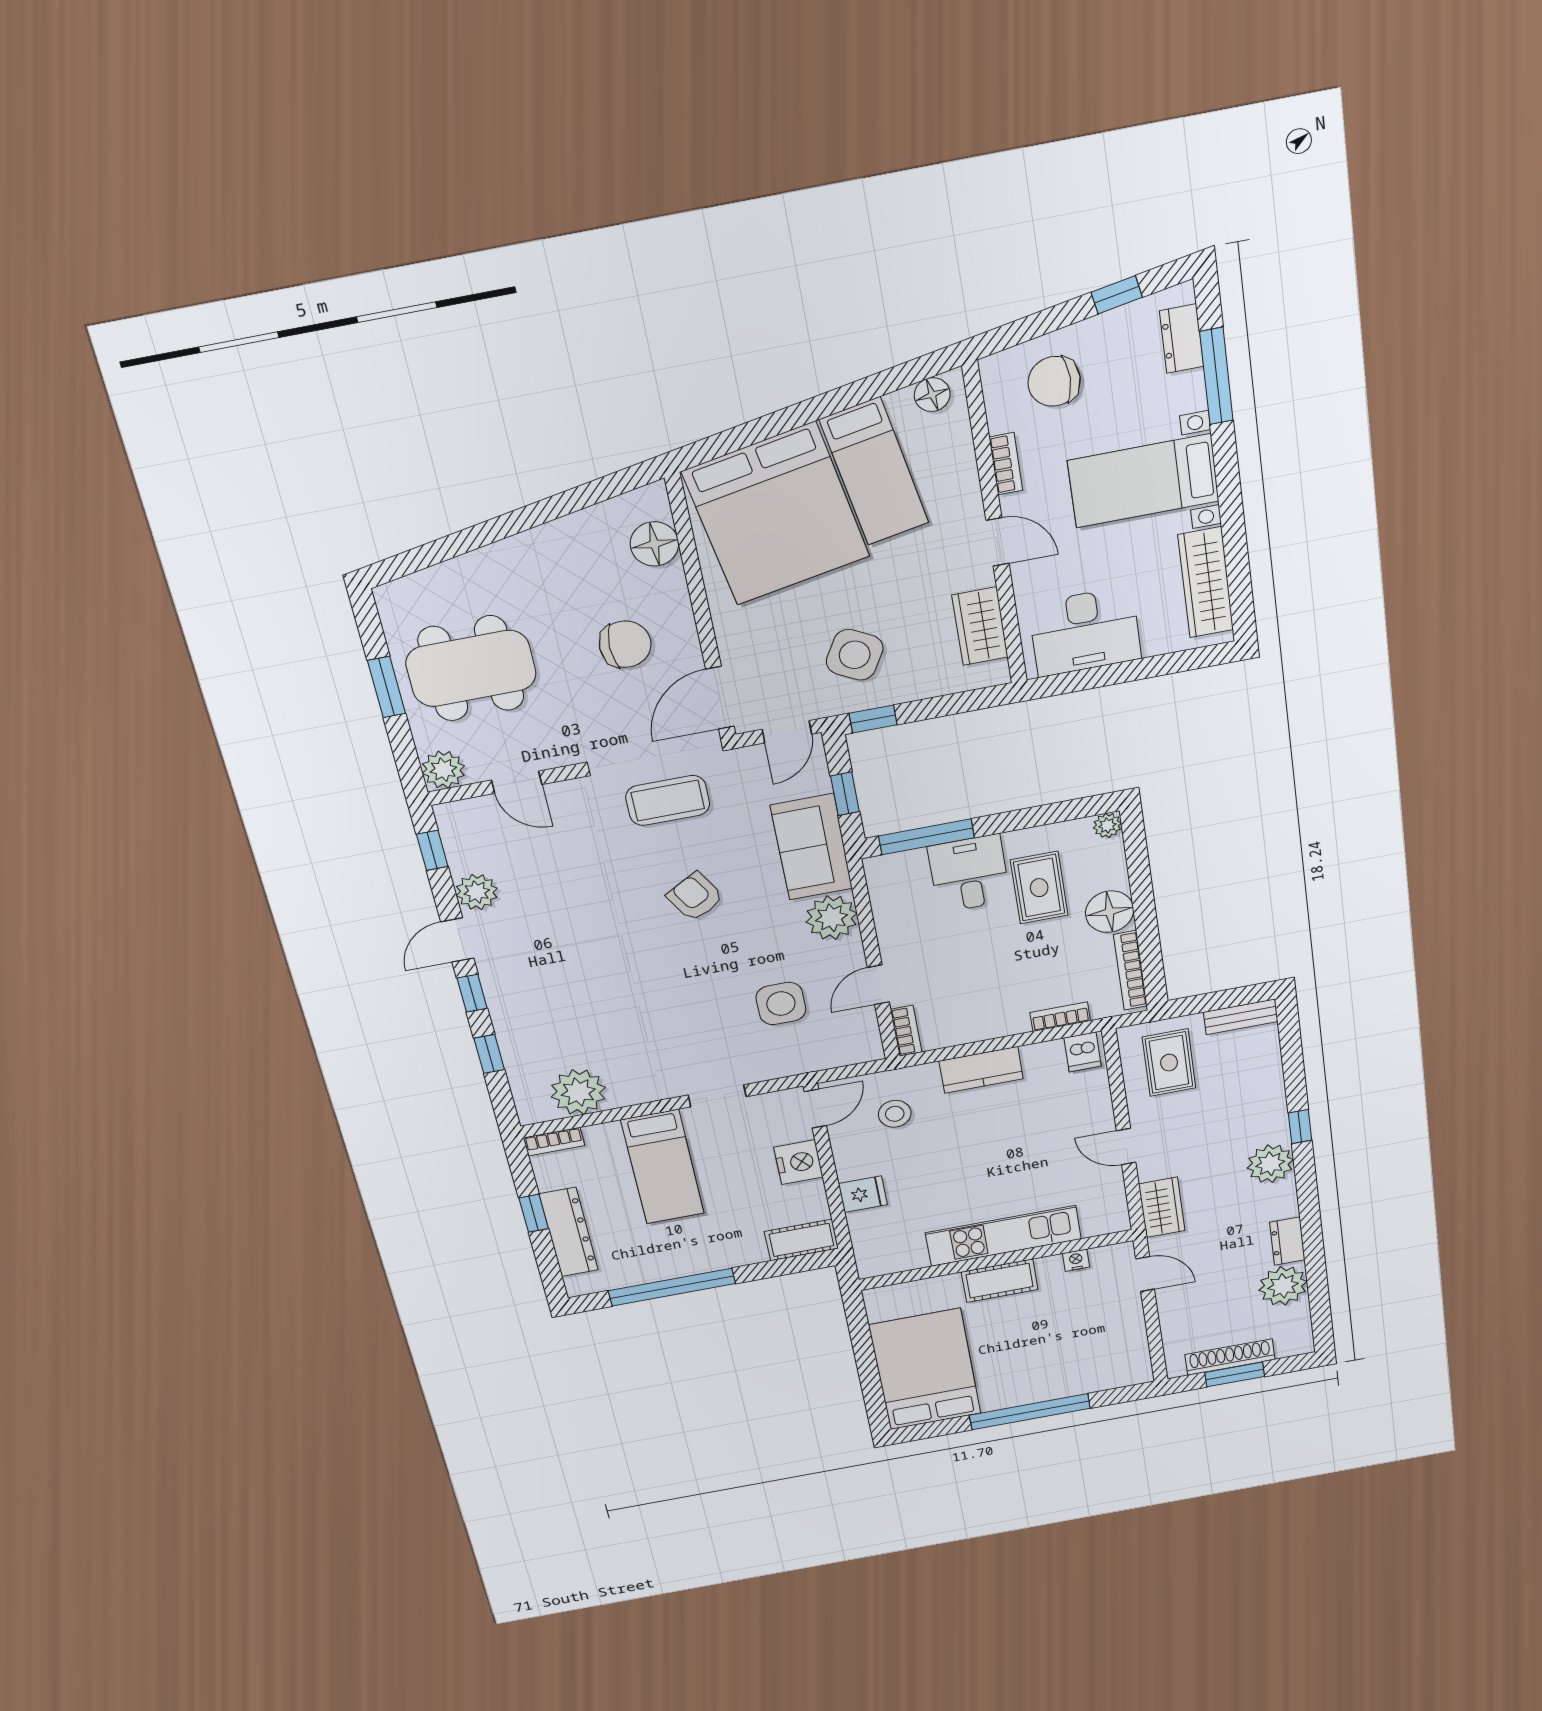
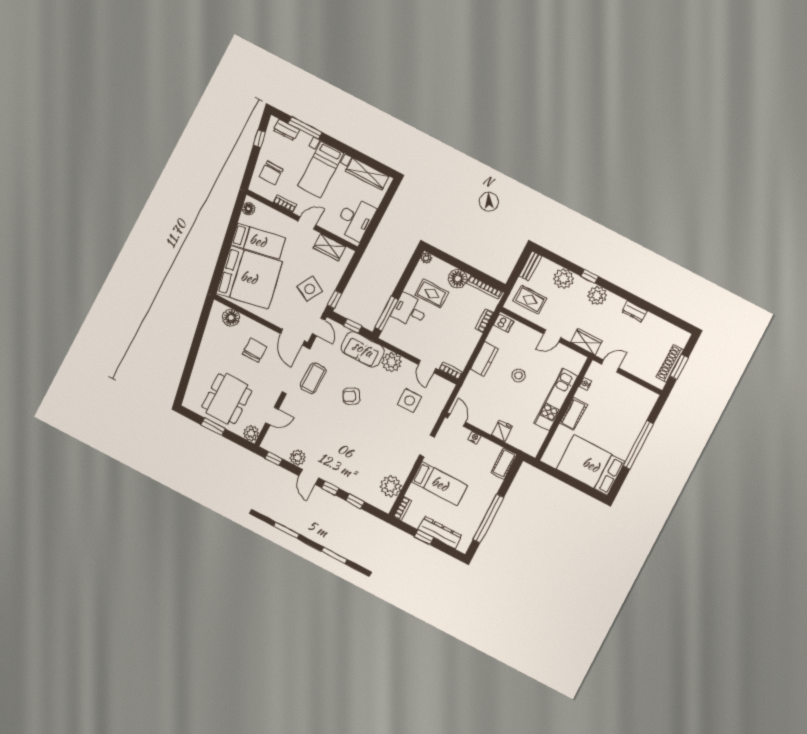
stool: (895, 1114) -> (518, 375), moved
nightstand: (798, 1162) -> (475, 438), width x0.53, depth x0.56
plant: (1283, 1286) -> (564, 279), moved

